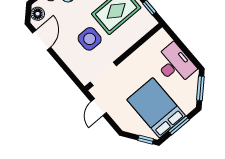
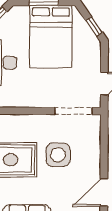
window: (146, 140) -> (94, 27), moved

